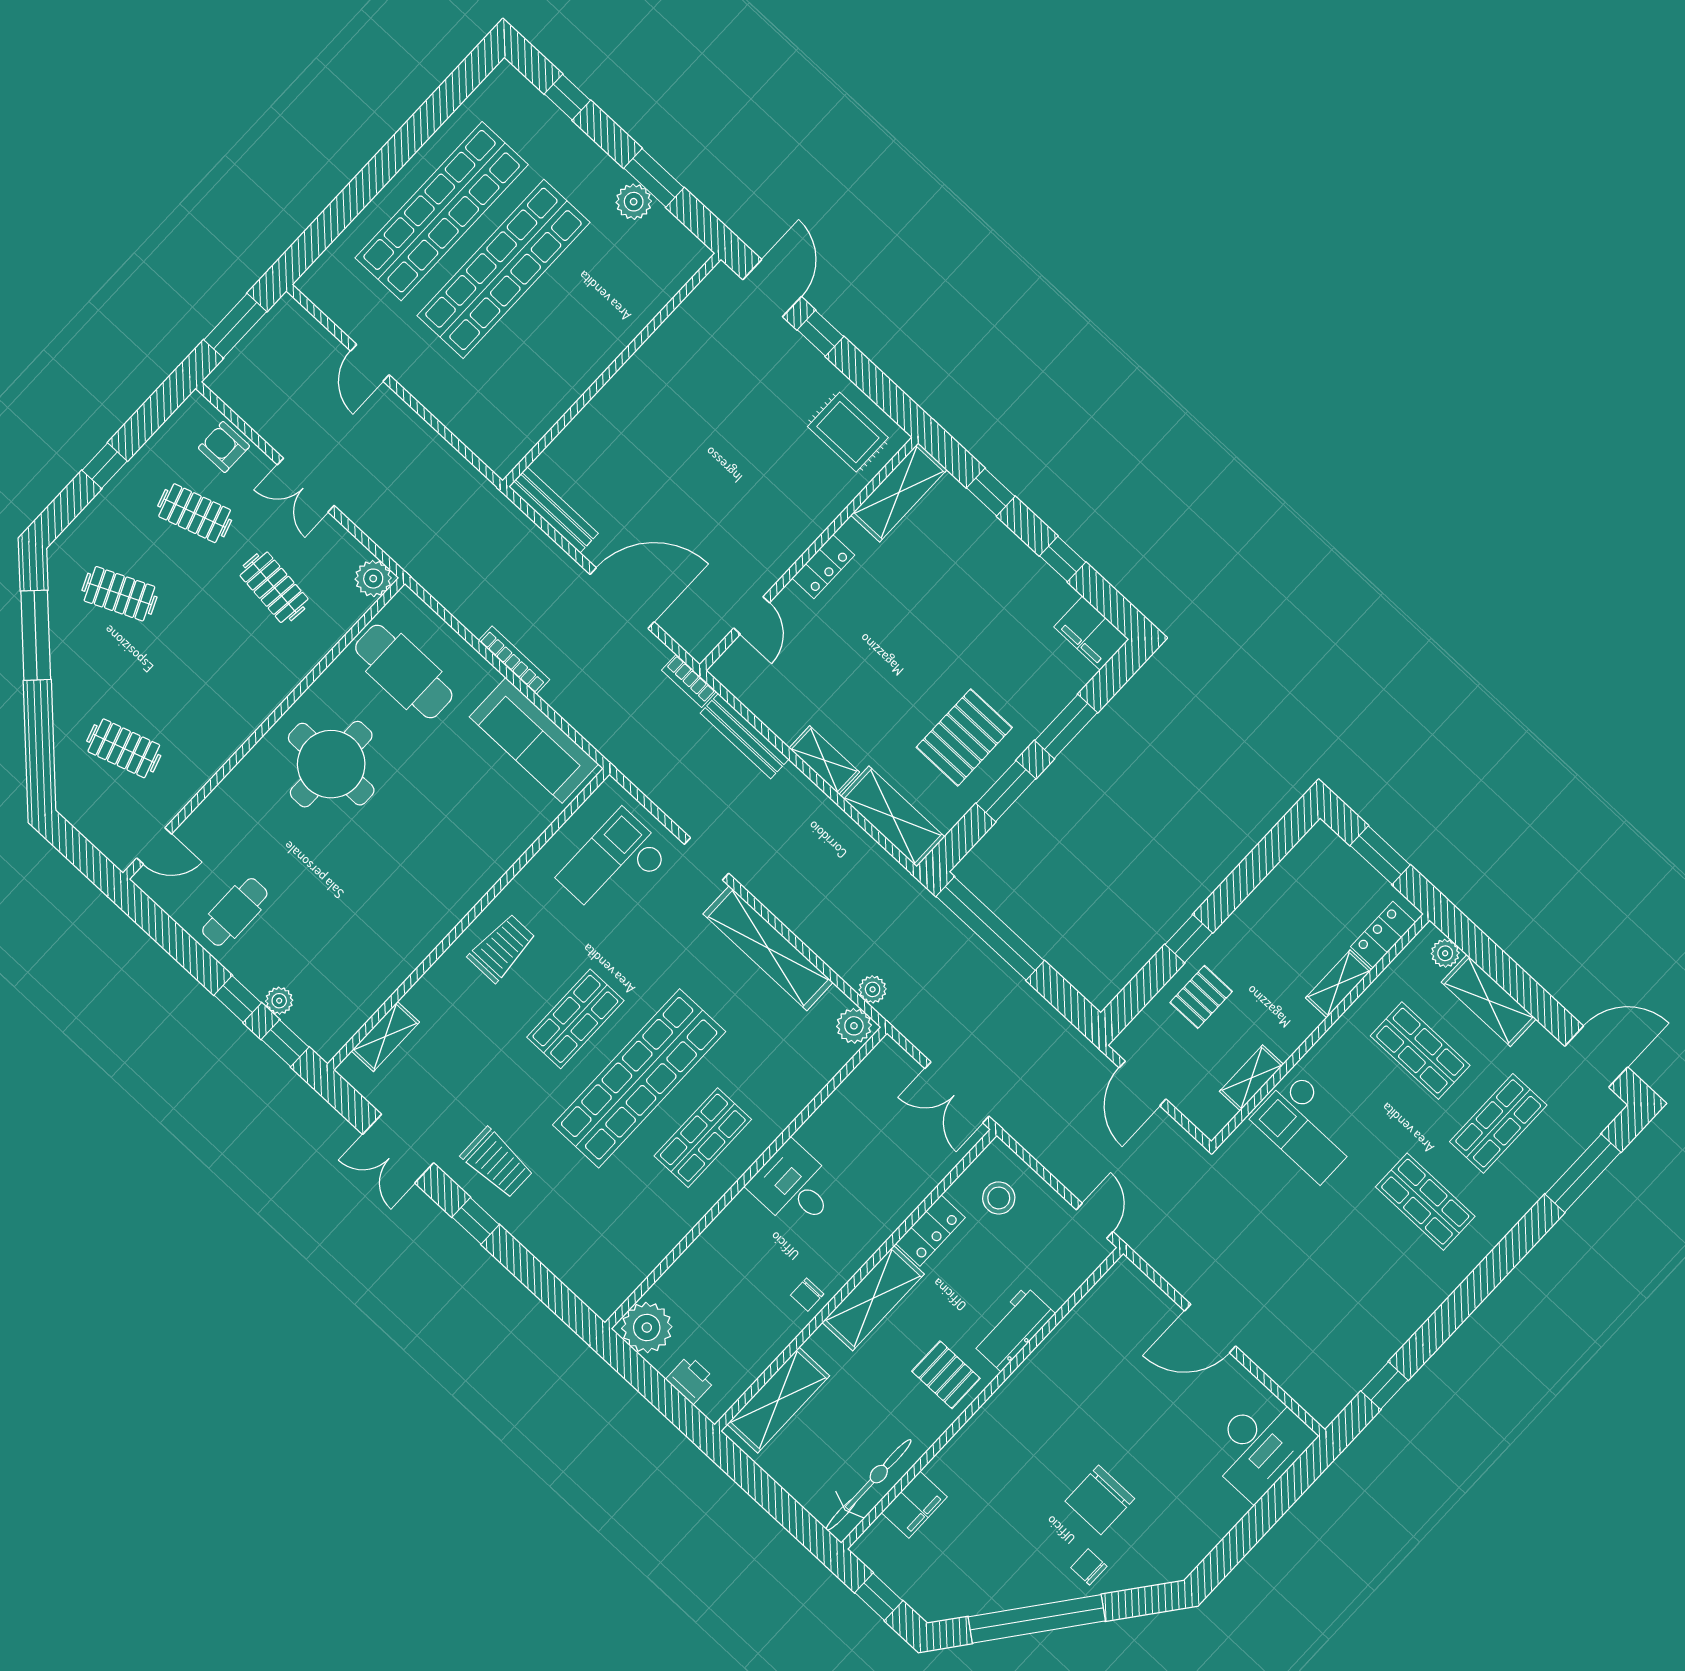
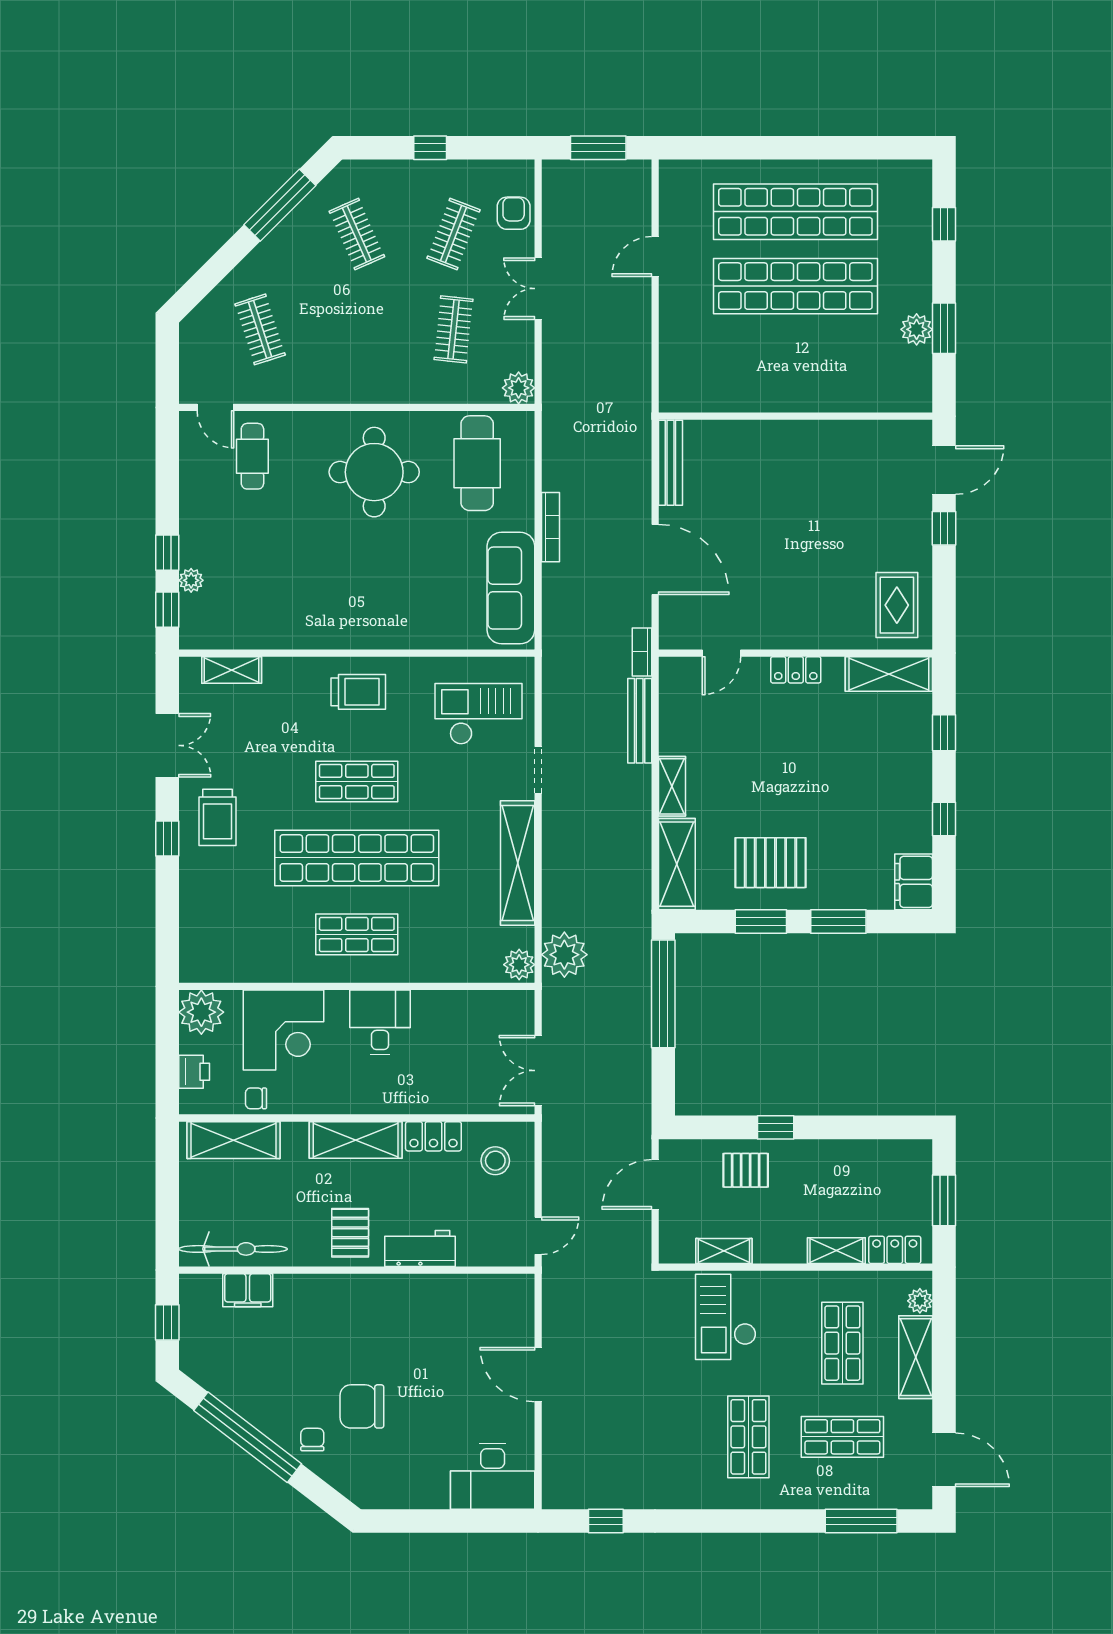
clothes rail: (195, 513) -> (454, 234), turned 39
cafe table: (235, 912) -> (252, 456), moved, turned 90
plant: (873, 989) -> (564, 955), width x1.88, depth x1.88
double door: (398, 1149) -> (167, 745), swing flipped
corner desk: (725, 1273) -> (284, 1030), added
chair: (807, 1295) -> (256, 1098), moved

